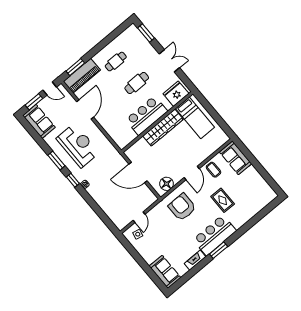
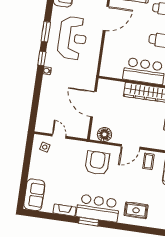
rug: (223, 200) -> (136, 210), moved, turned 90
door: (139, 217) -> (59, 136), swing flipped

